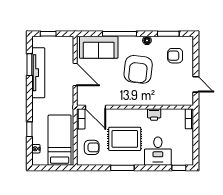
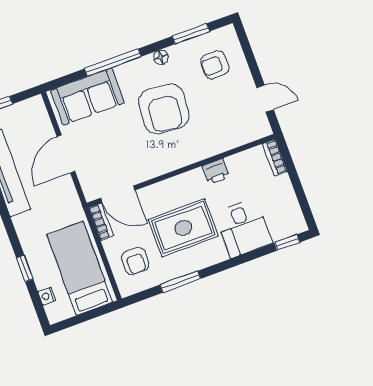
door: (75, 75) -> (66, 154), swing flipped
armchair: (92, 147) -> (135, 261), turned 90
window: (122, 168) -> (180, 282), moved

